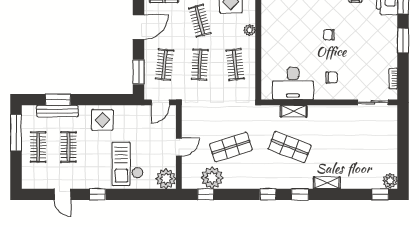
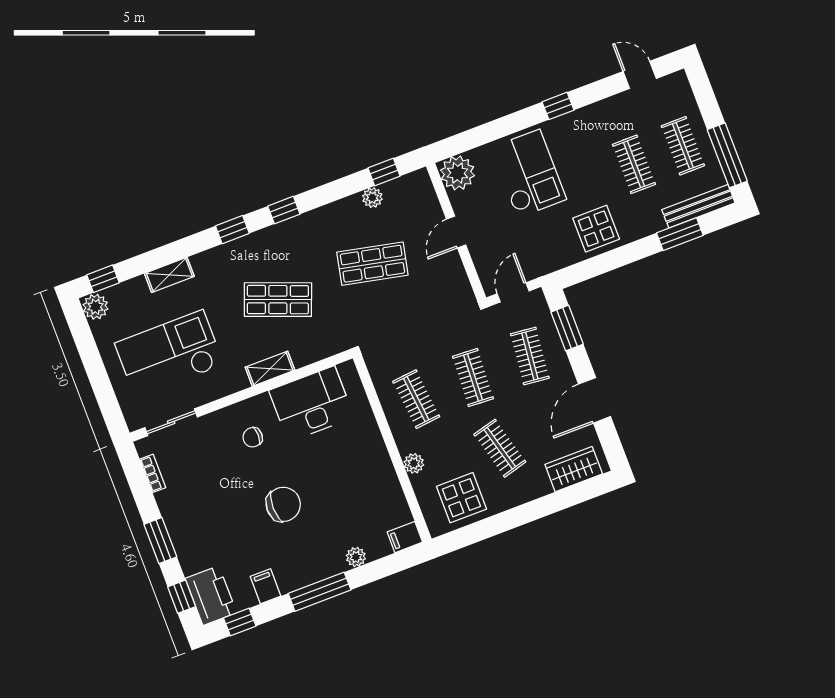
chair: (329, 35) -> (283, 504), width x1.87, depth x1.87
bench: (57, 111) -> (698, 206), moved
shelving: (294, 111) -> (270, 369), moved
checkout: (360, 140) -> (169, 354), added
shop shelf: (231, 147) -> (372, 264), turned 30
plant: (212, 178) -> (372, 198), width x0.53, depth x0.53
shelving: (327, 183) -> (169, 275), moved
door: (63, 194) -> (640, 75), moved

